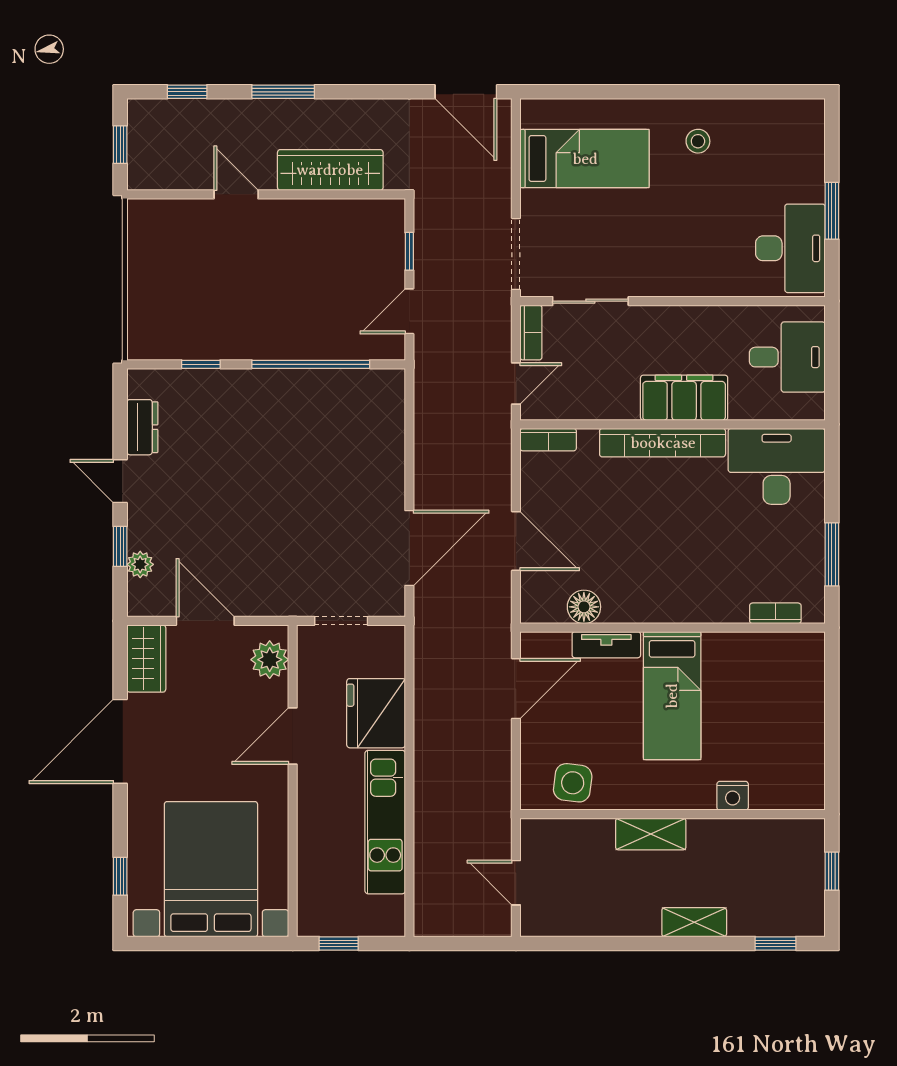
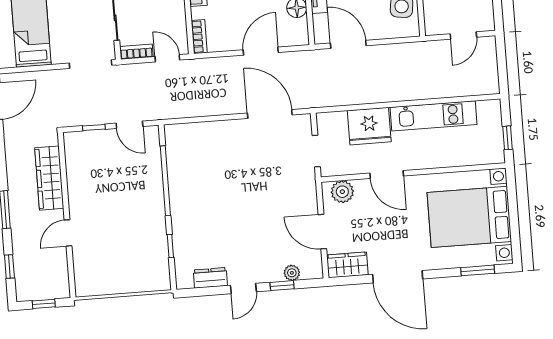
door: (205, 621) -> (322, 232), hinge flipped
window: (120, 876) -> (478, 270), width x1.50

